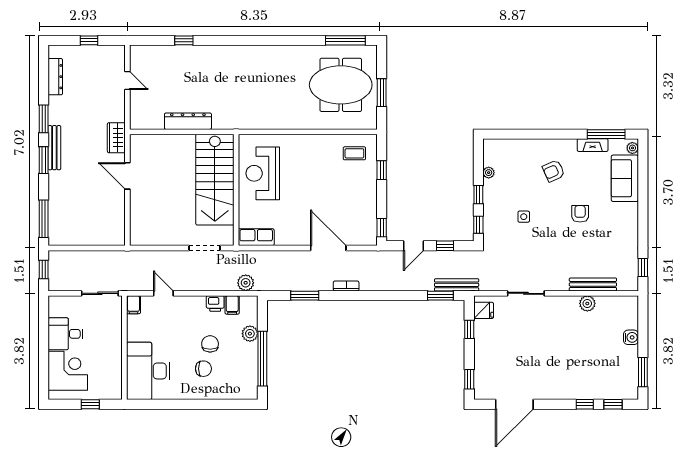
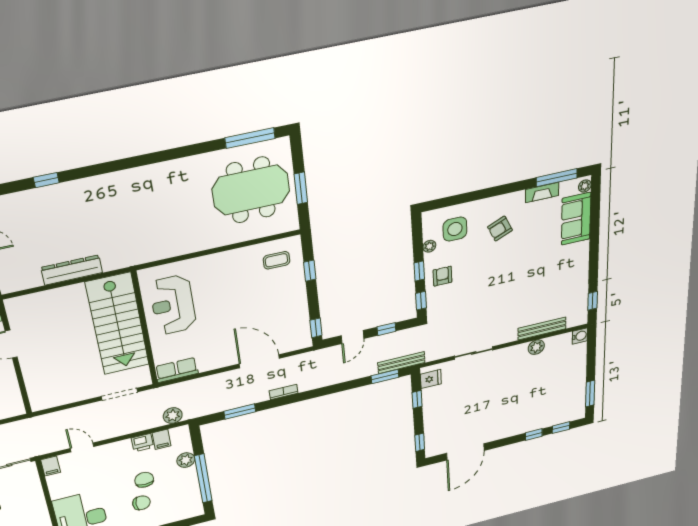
armchair: (580, 214) -> (442, 276), moved
side table: (524, 217) -> (455, 229), moved, width x1.87, depth x1.87
water cooler: (631, 337) -> (580, 336), moved

